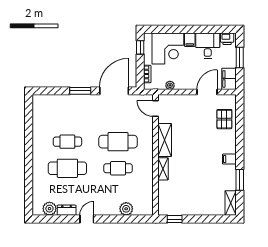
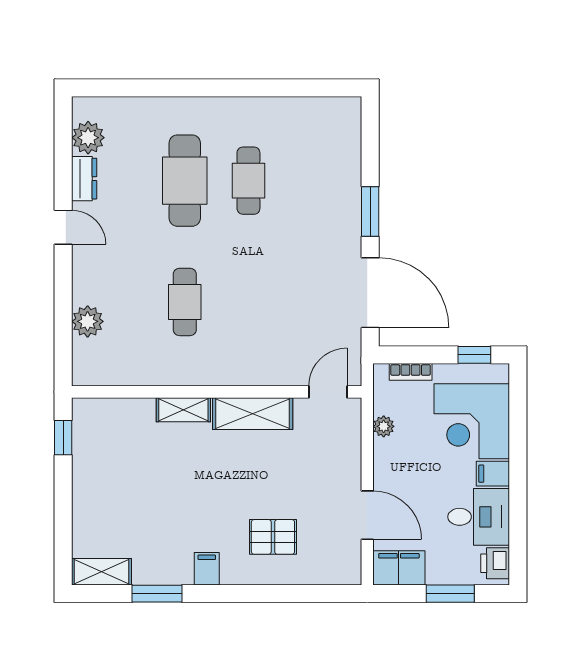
pallet: (224, 119) -> (273, 537), moved
cafe table: (118, 142) -> (248, 302), removed

